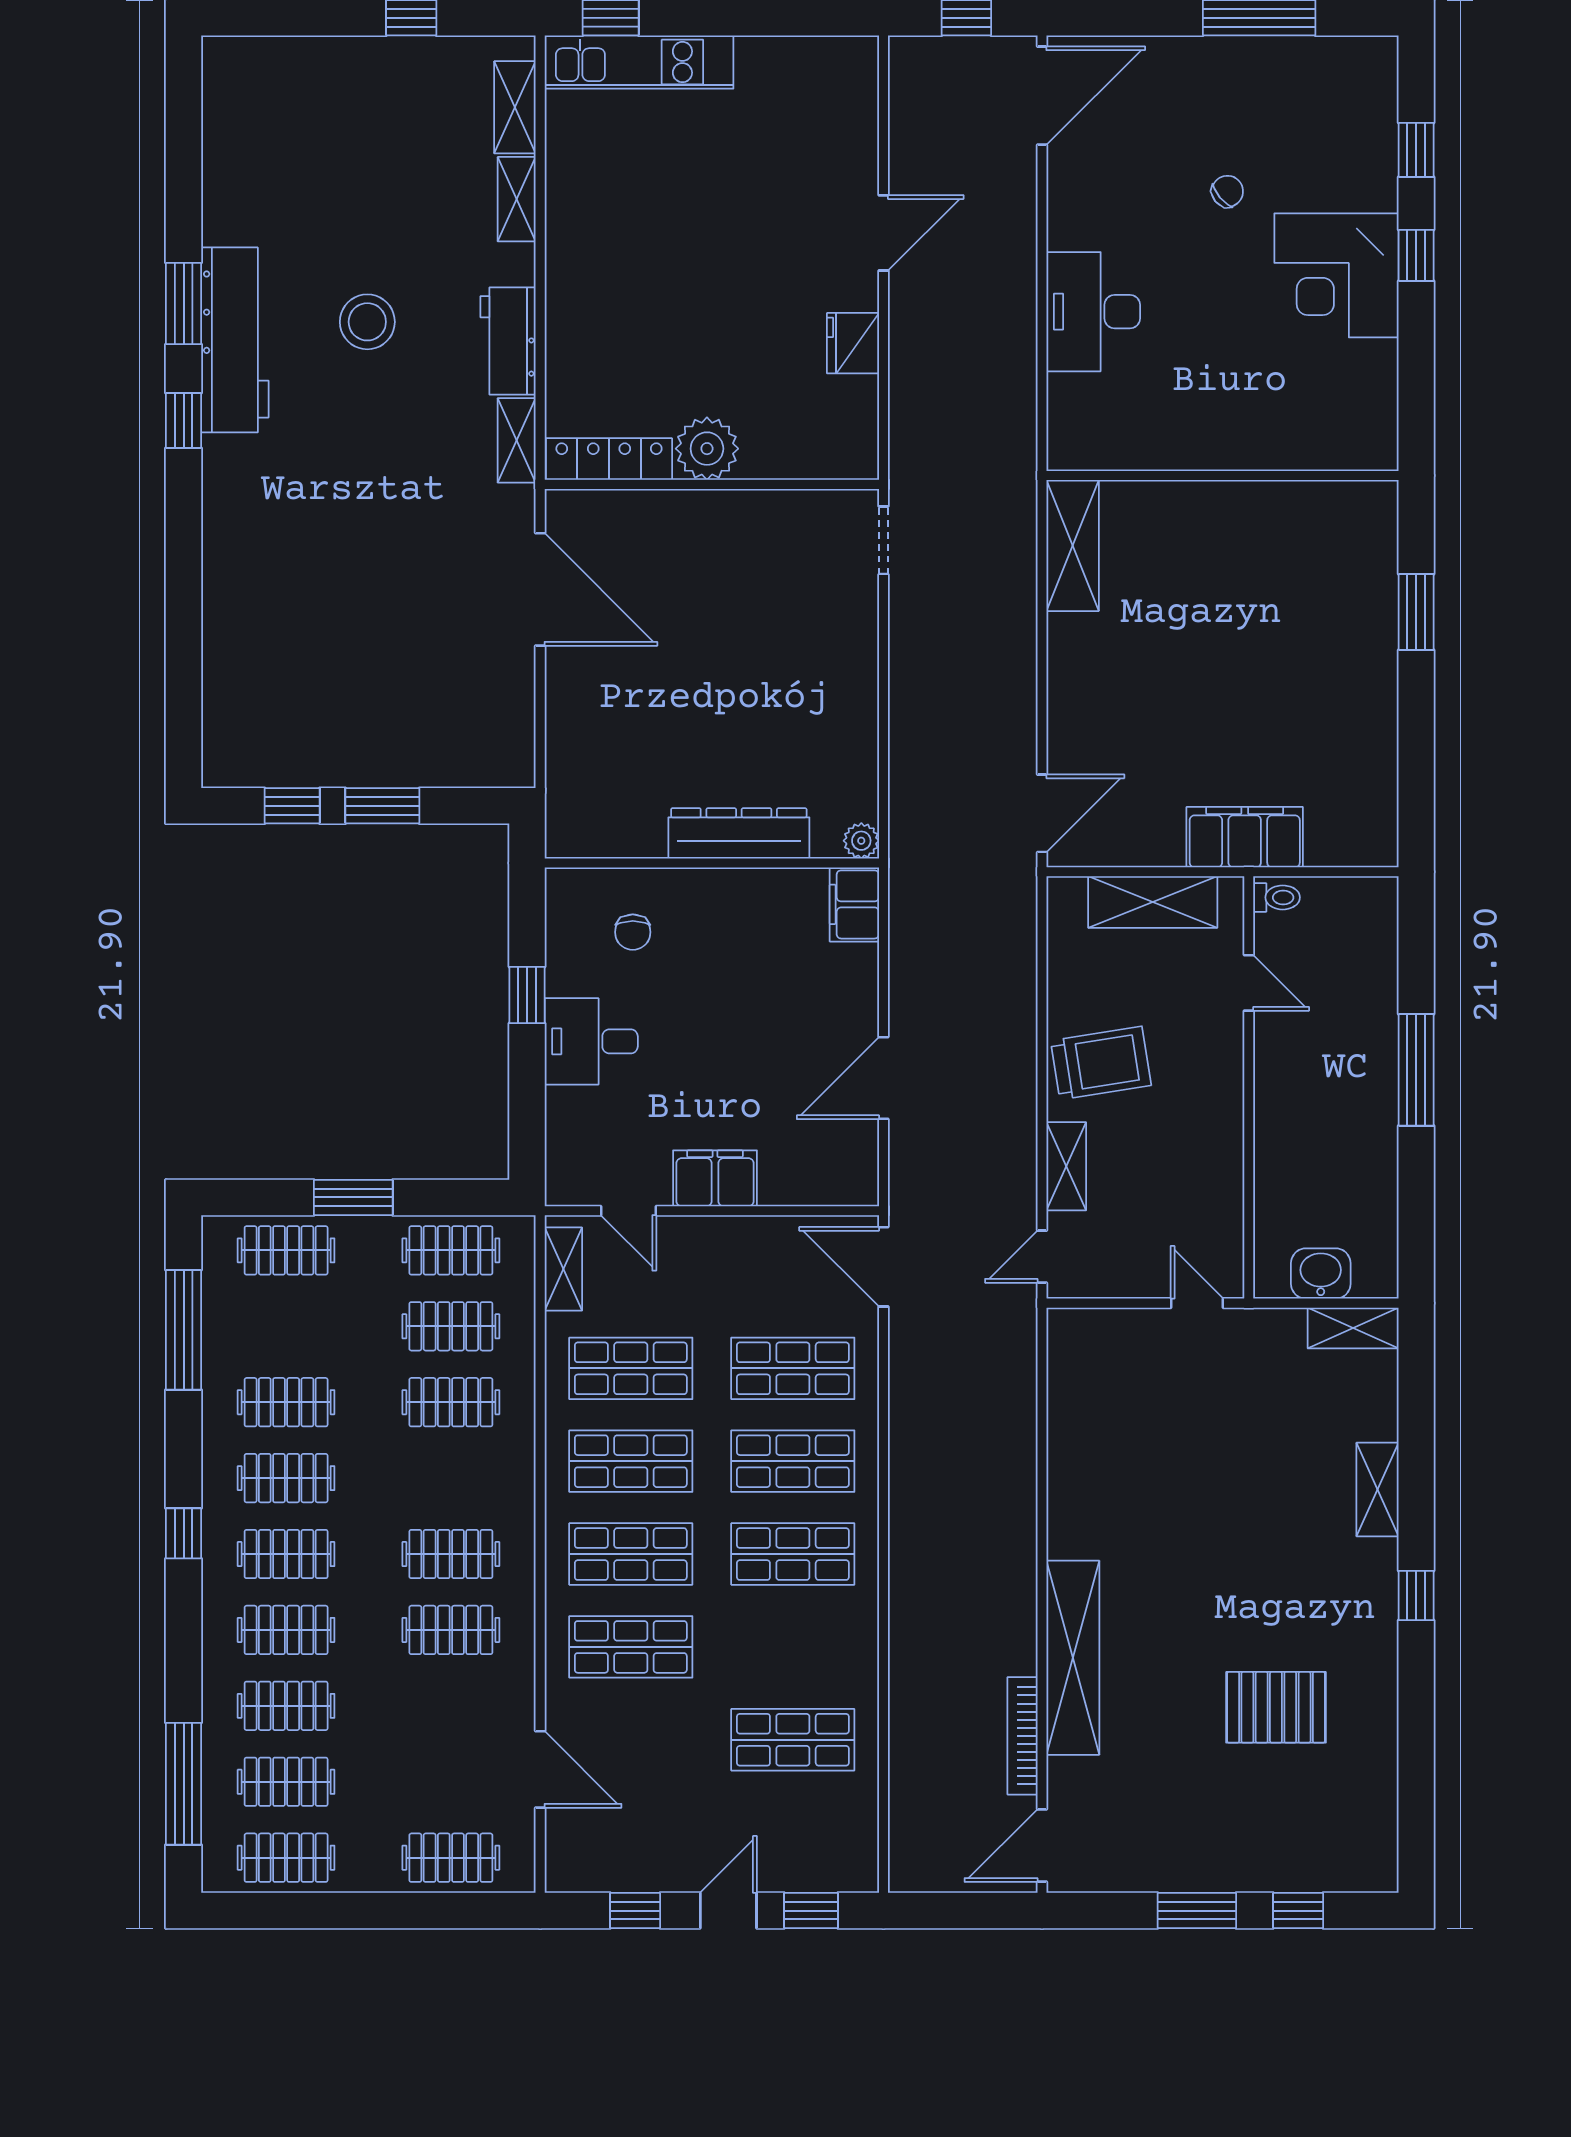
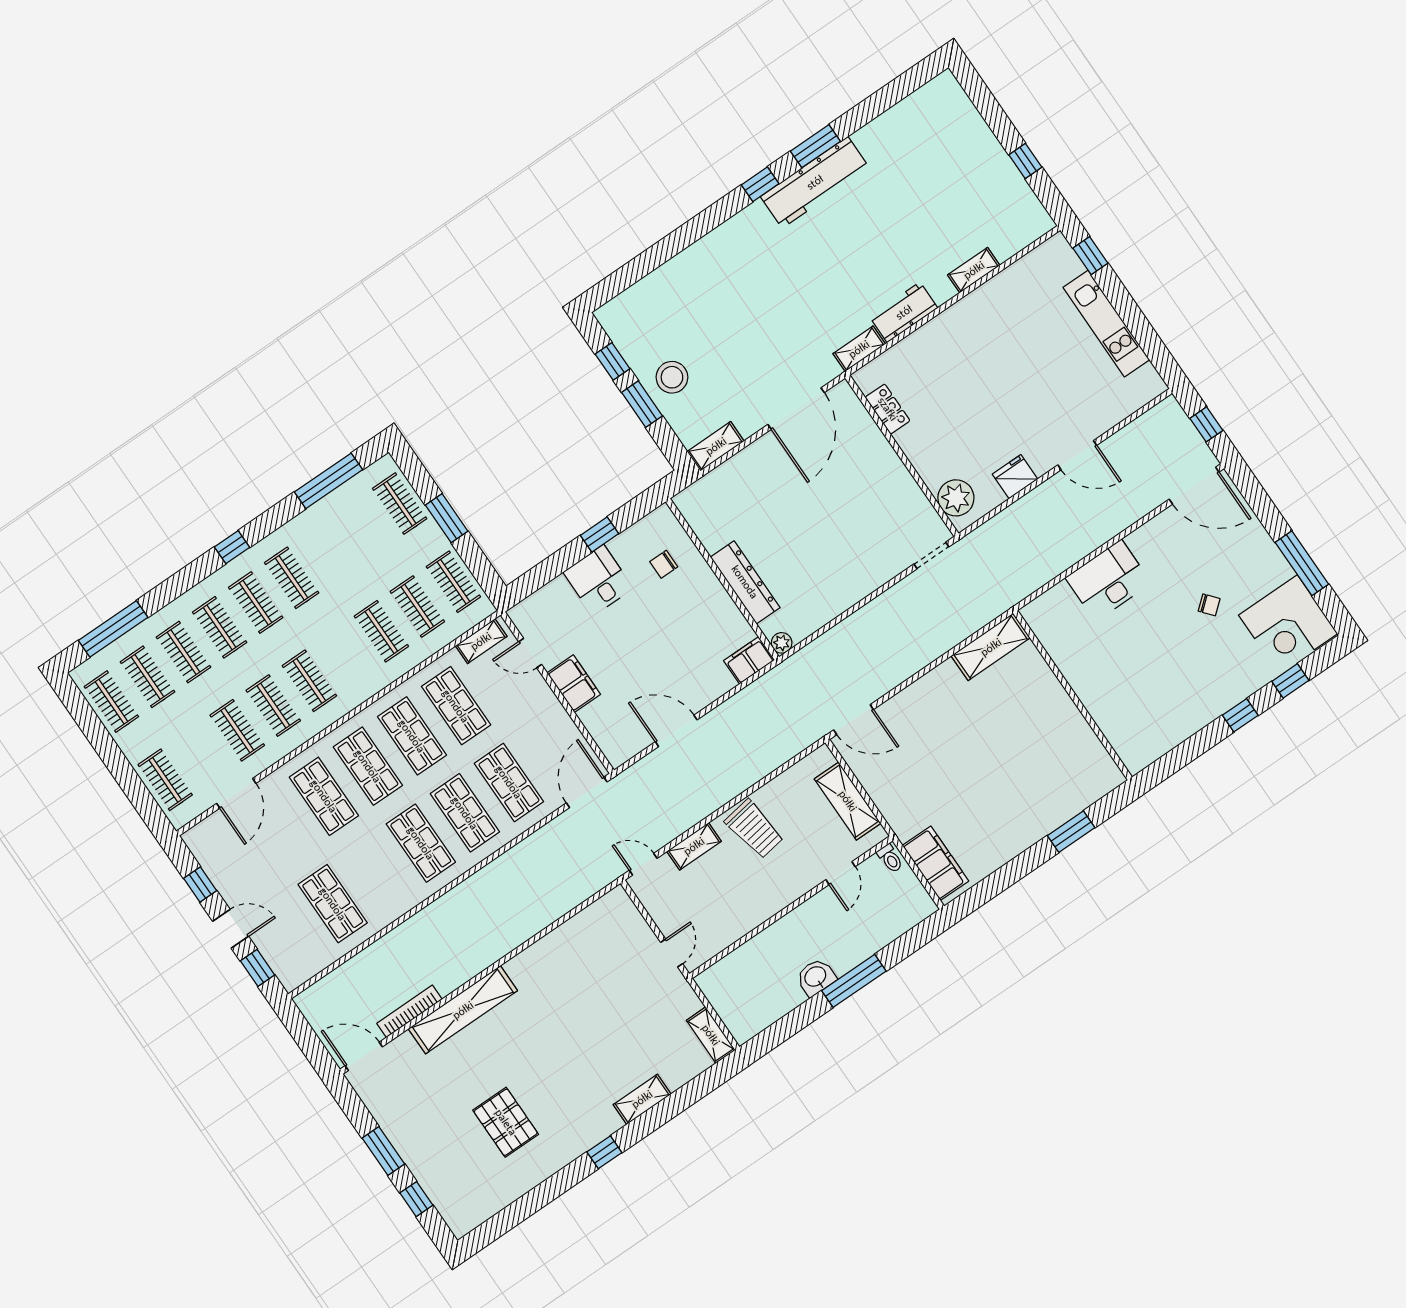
kitchen unit: (639, 62) -> (1106, 324), moved
shelving: (515, 107) -> (716, 446), moved
corner desk: (1336, 275) -> (1288, 624), moved, turned -90
stool: (367, 322) -> (672, 377), moved
plant: (707, 449) -> (956, 498), moved
locker: (609, 459) -> (888, 409), width x0.66
filing cabinet: (1245, 837) -> (936, 863), moved
door: (628, 1211) -> (530, 653), hinge flipped
washbasin: (1321, 1274) -> (816, 977), moved, turned -90
clothes rail: (286, 1402) -> (237, 730), moved

